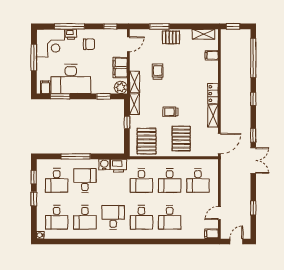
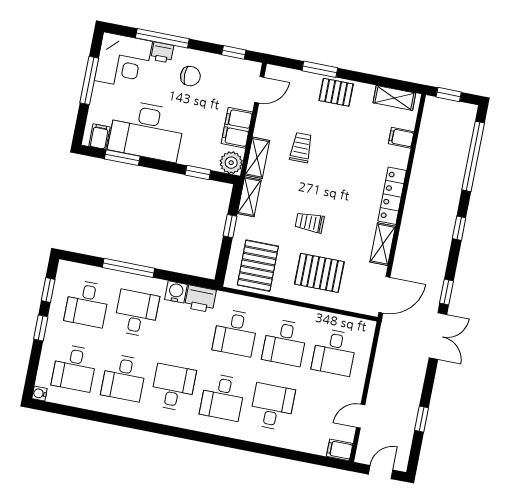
locker: (213, 94) -> (392, 196), width x1.53
pallet: (181, 139) -> (319, 273), turned 90
desk: (170, 217) -> (272, 407), turned 180

